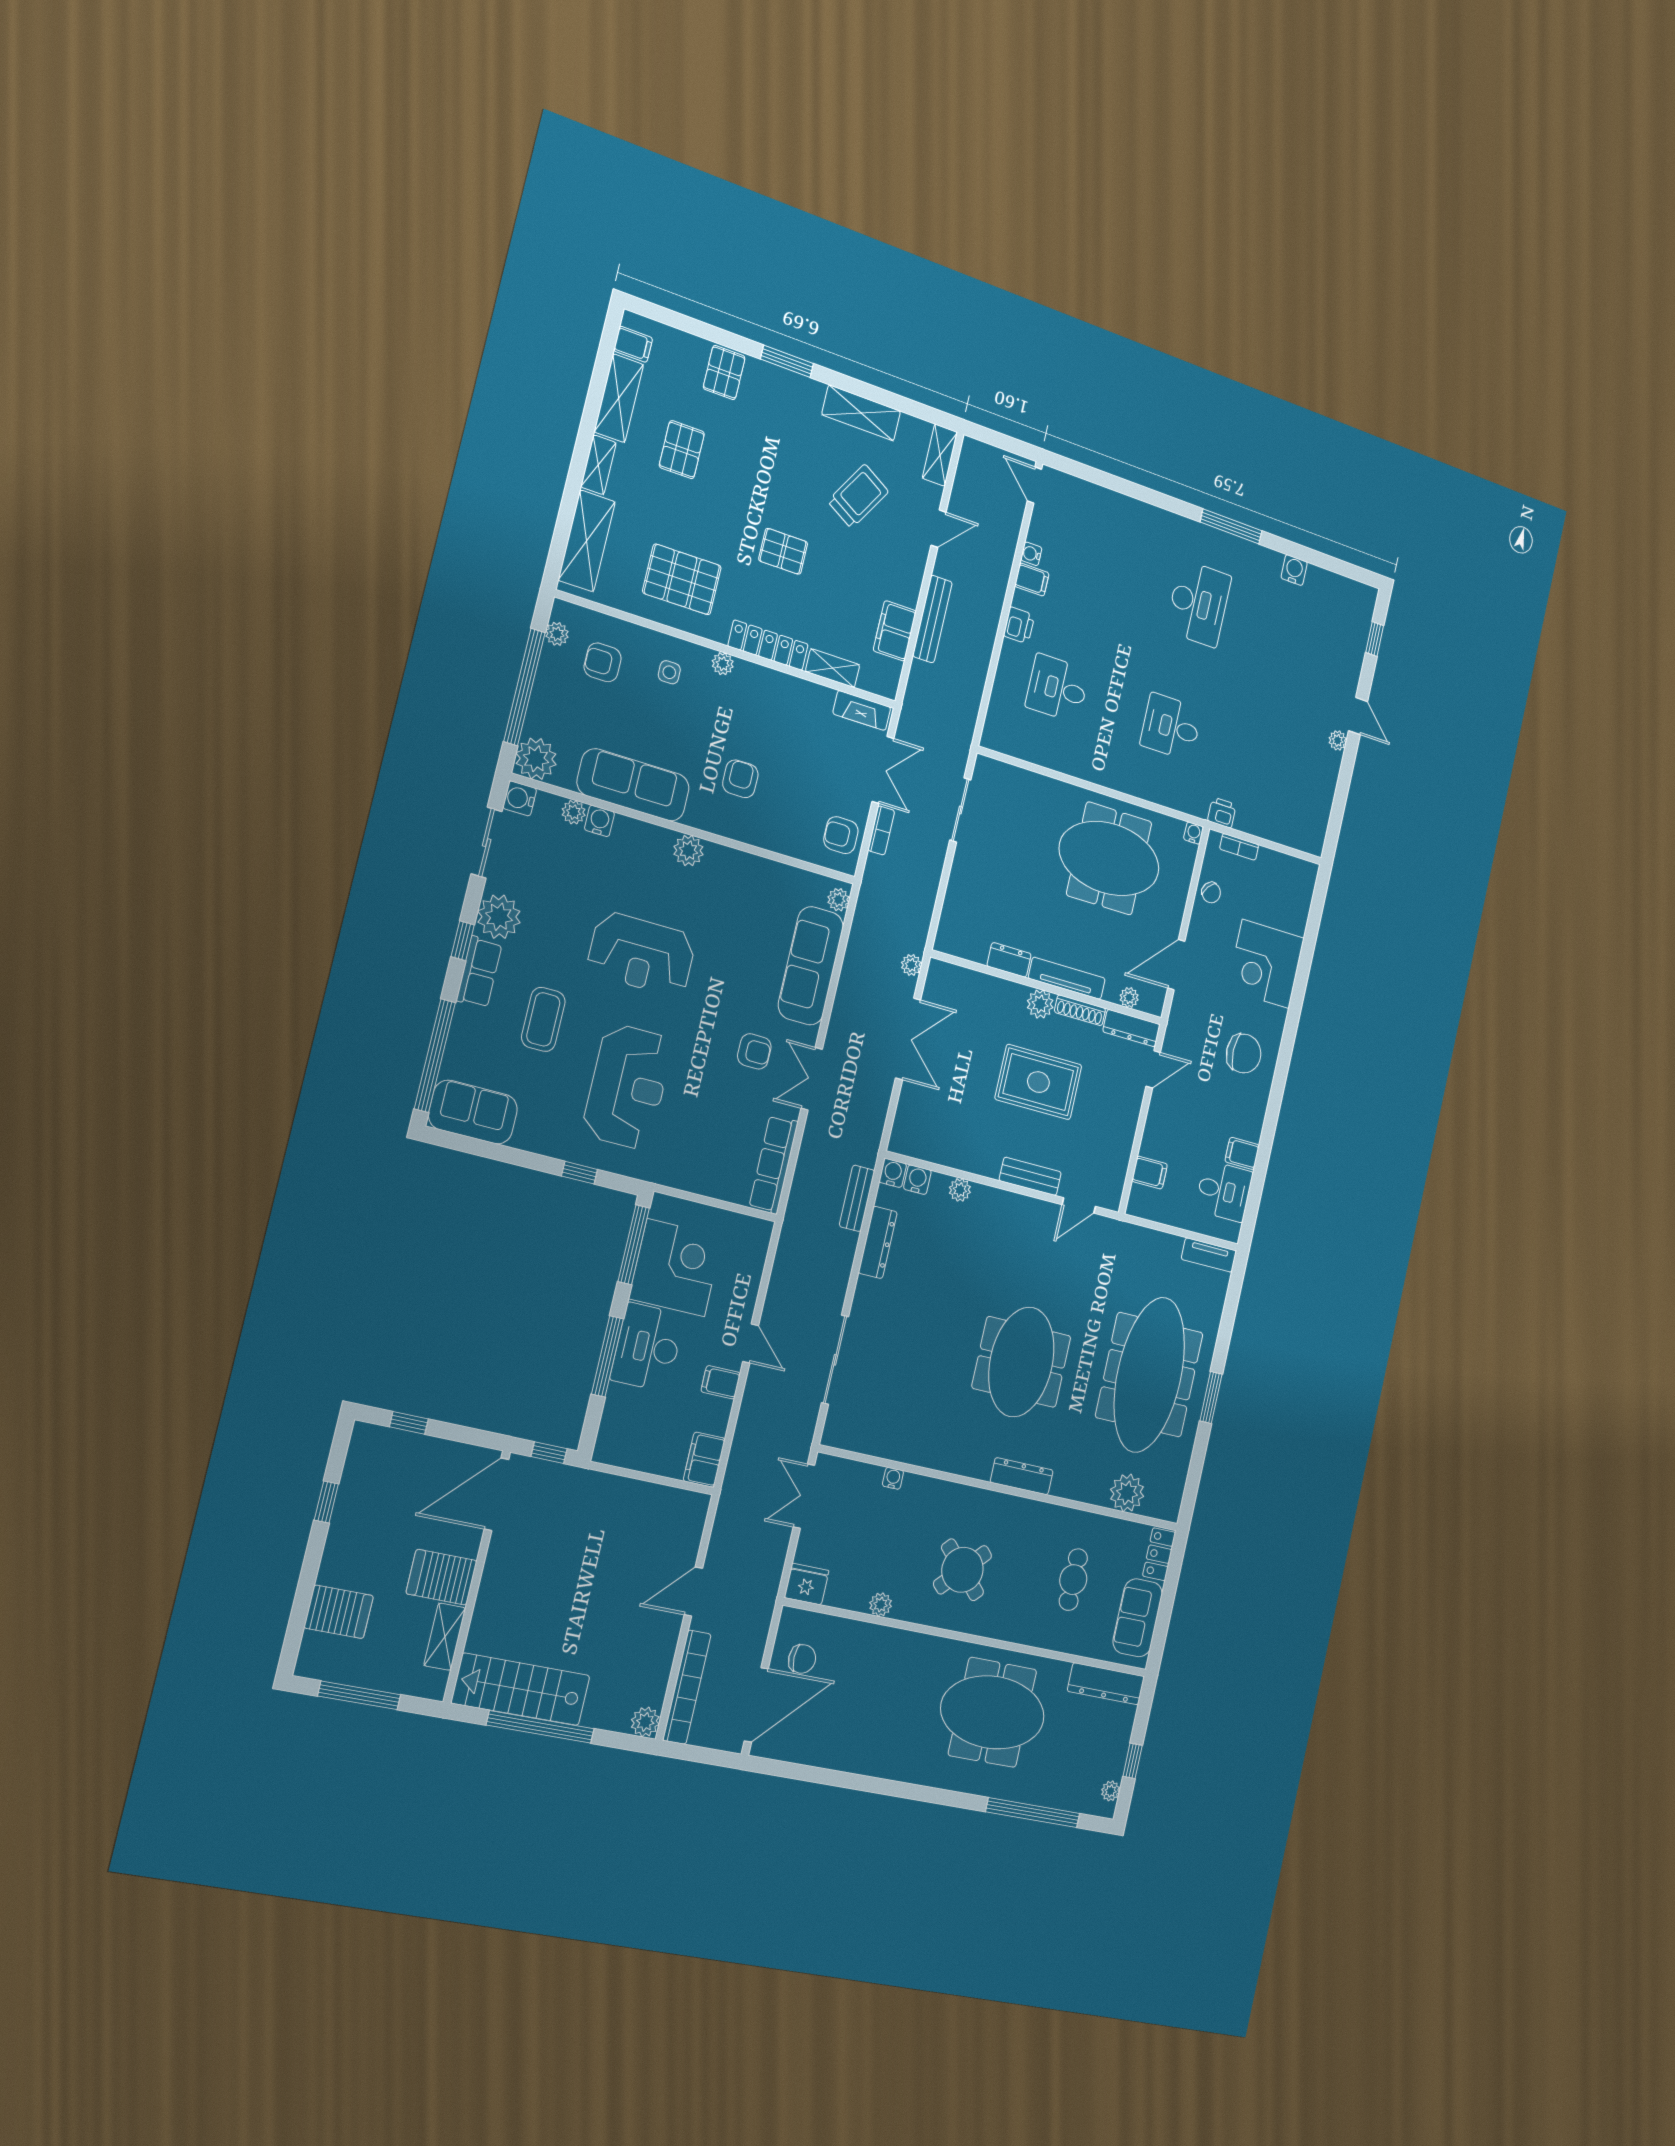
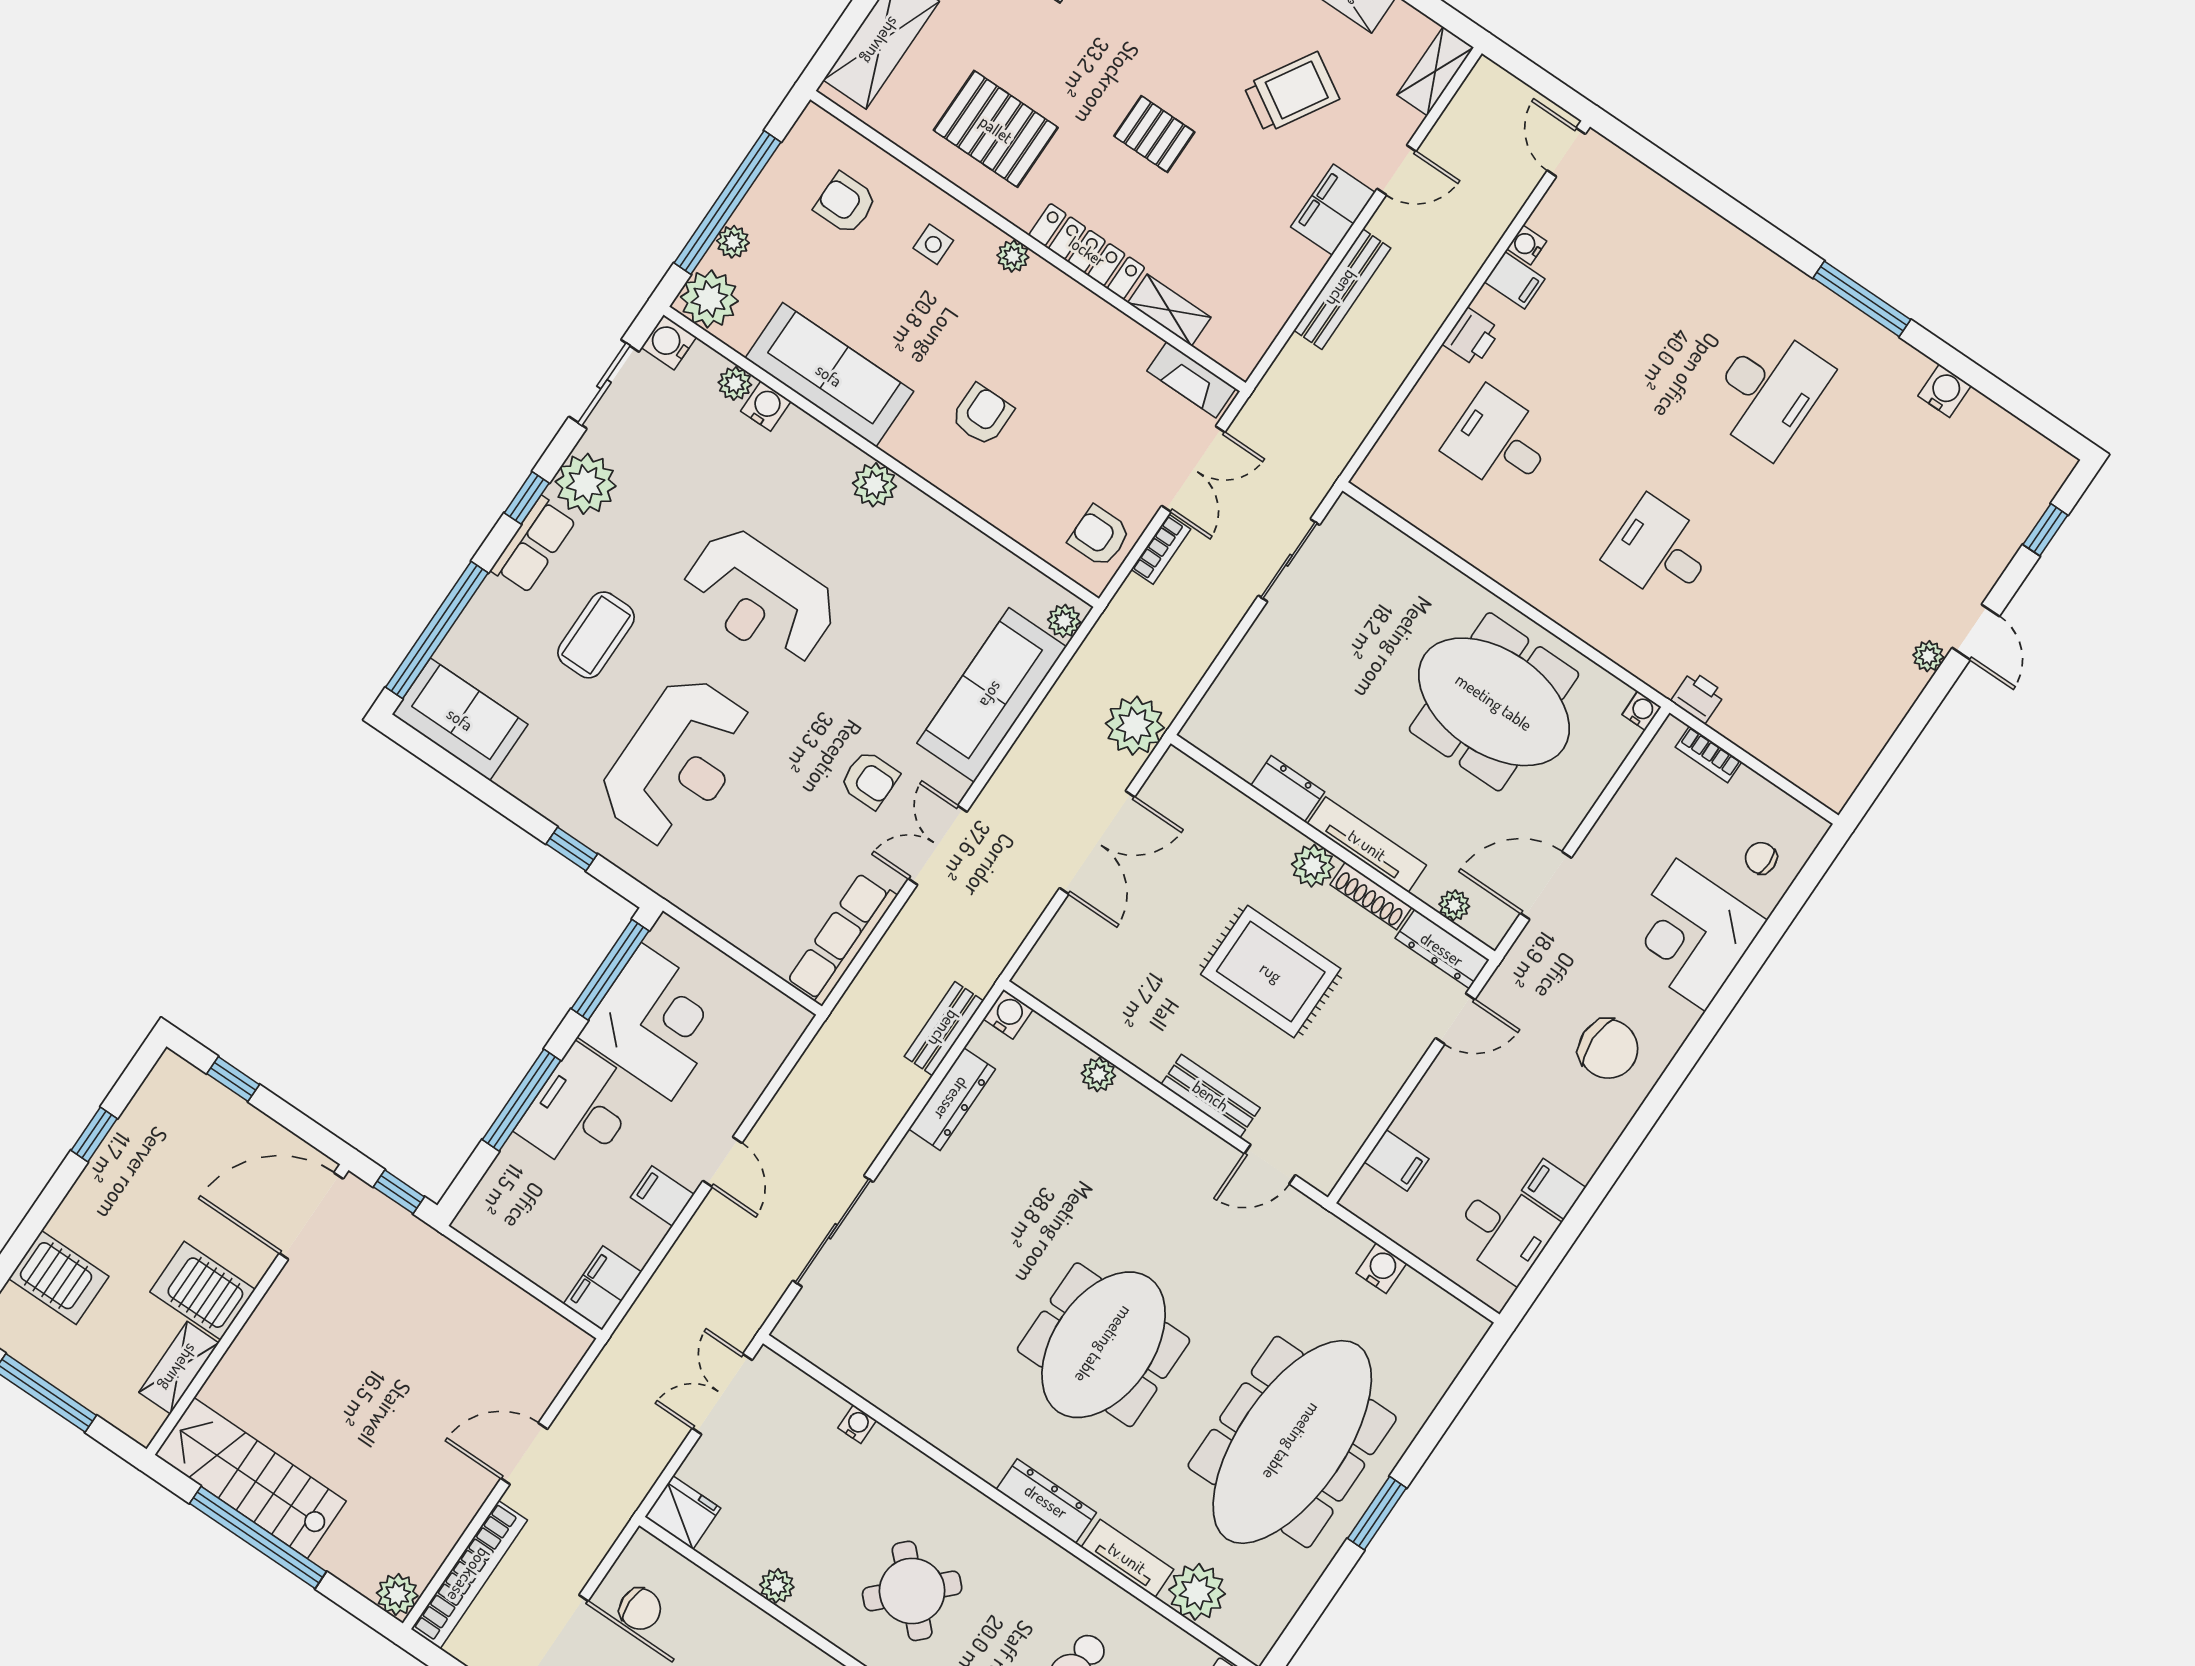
filing cabinet: (895, 631) -> (1333, 210), moved
plant: (557, 634) -> (733, 242), moved
chair: (1211, 893) -> (1761, 858), moved, turned 139
plant: (911, 965) -> (1135, 726), width x1.88, depth x1.88
water cooler: (917, 1180) -> (1381, 1268), moved
tv unit: (1209, 1255) -> (1127, 1558), moved, turned 180

